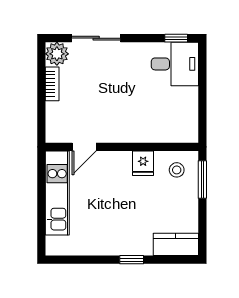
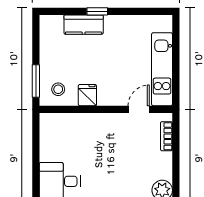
bookcase: (52, 84) -> (166, 136), moved
kitchen counter: (176, 244) -> (84, 25), moved

